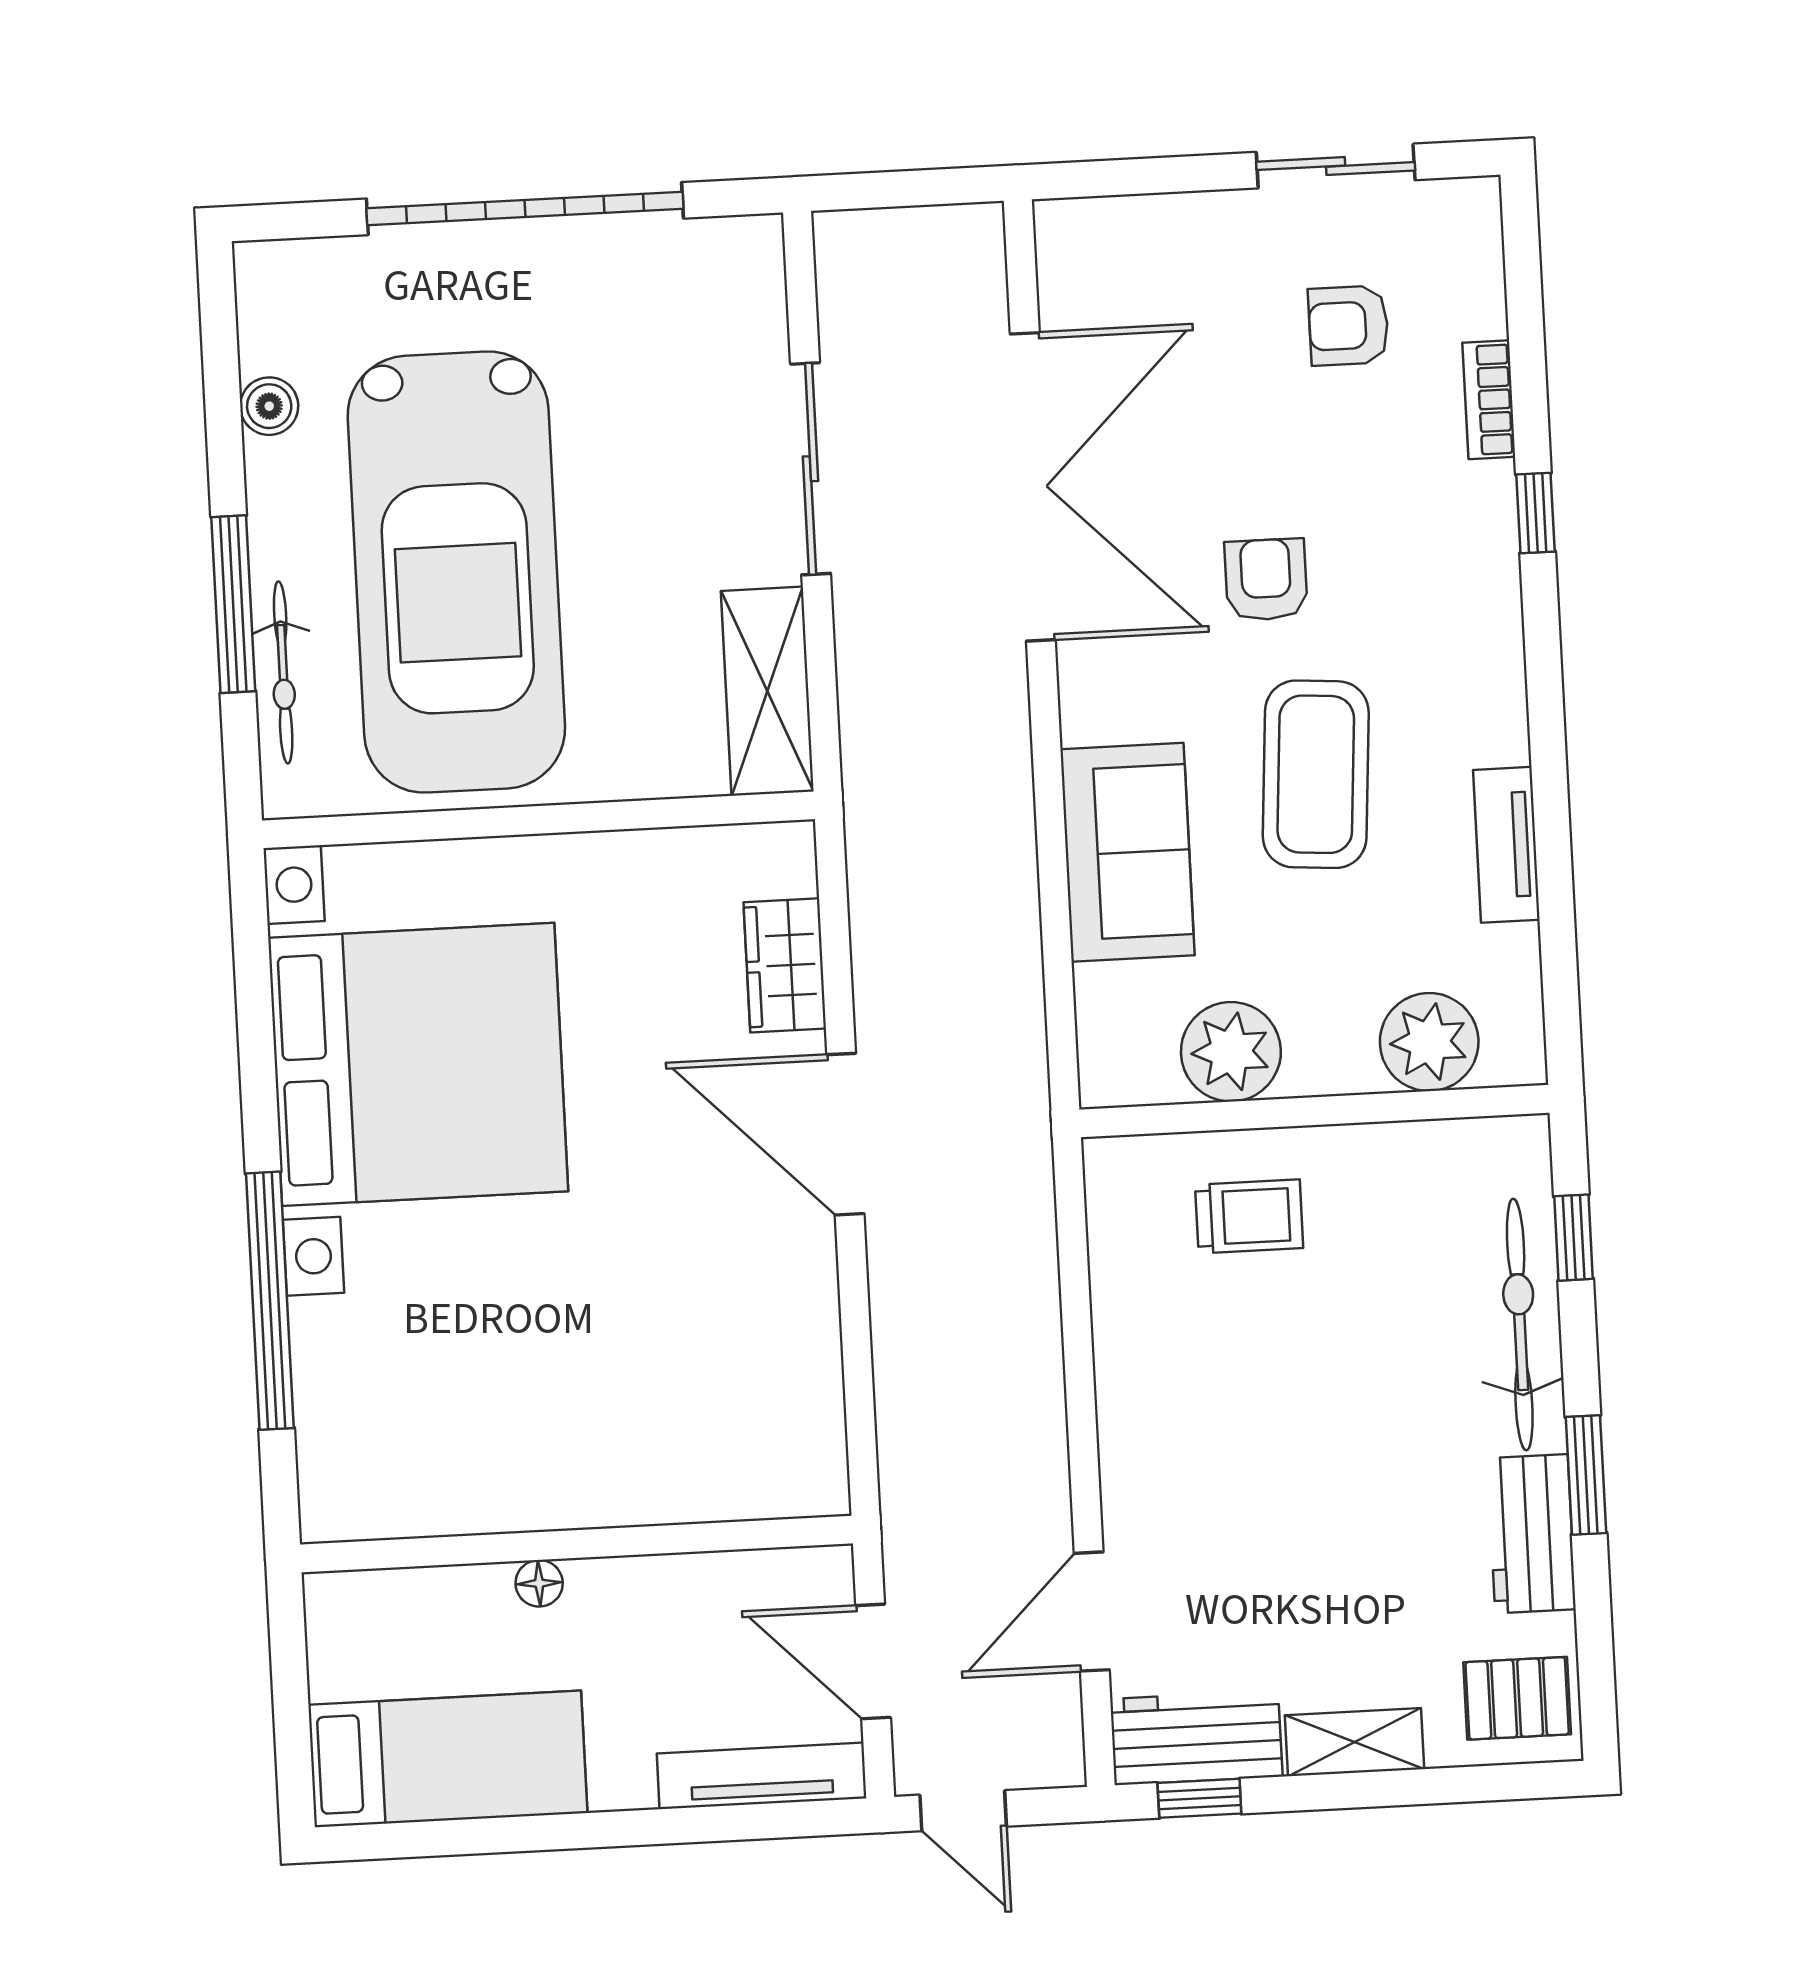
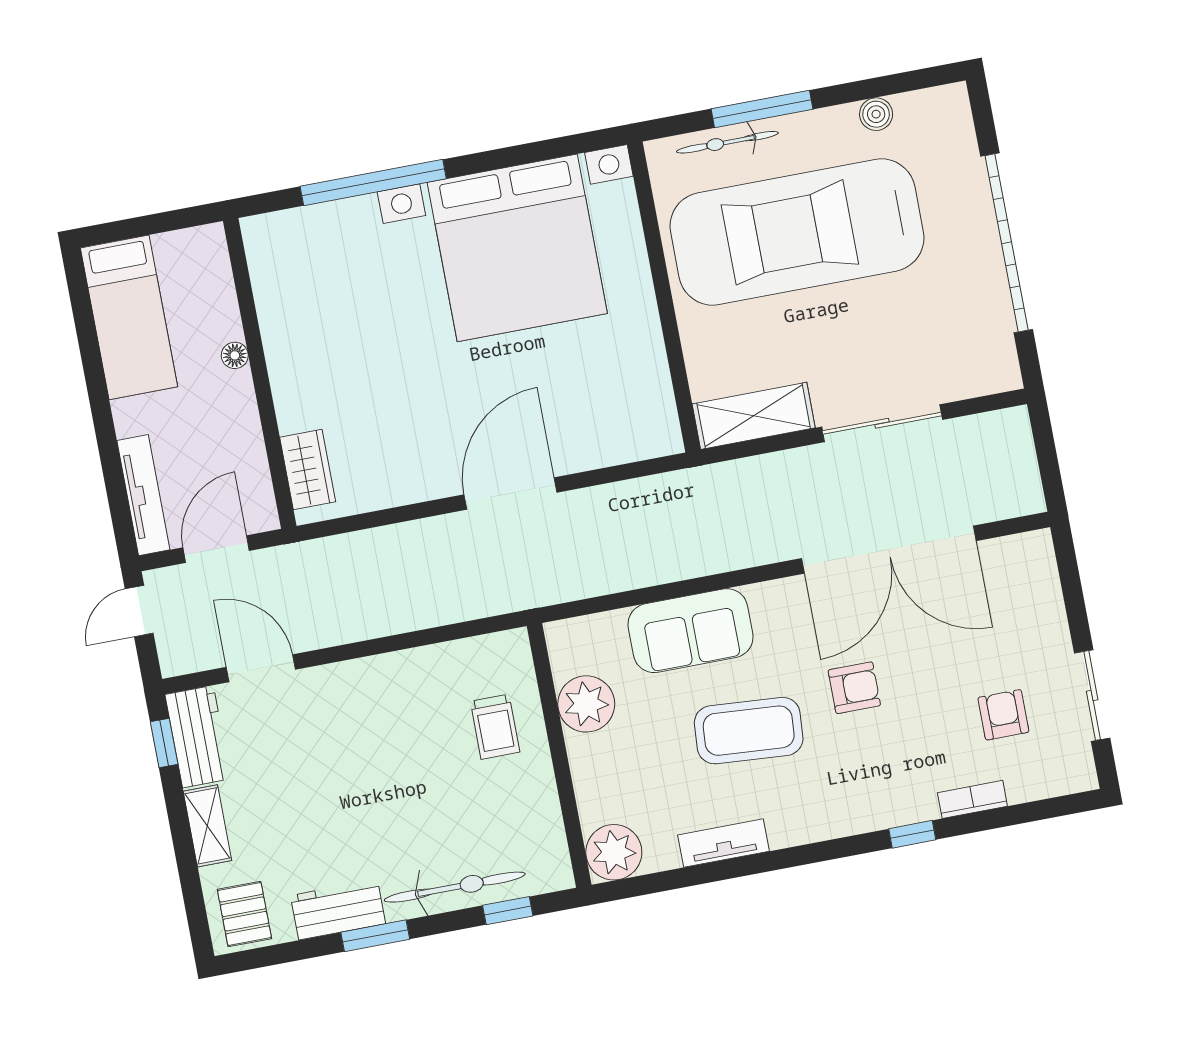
wardrobe: (785, 965) -> (308, 469), moved, turned 90
plant: (1429, 1042) -> (614, 852), moved

